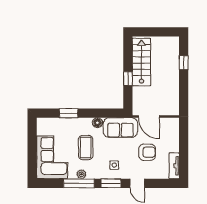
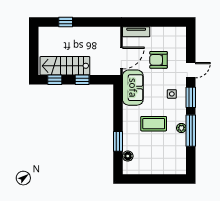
window: (128, 52) -> (55, 80), added
floor lamp: (97, 123) -> (128, 156), moved
armchair: (147, 152) -> (158, 60), turned -90
corner sofa: (52, 157) -> (164, 159), removed
tv unit: (174, 166) -> (136, 32), moved

